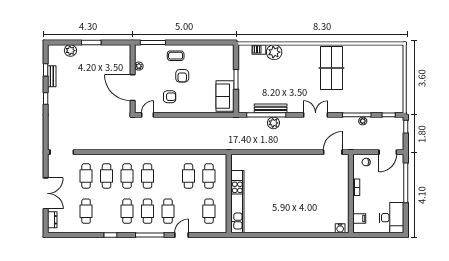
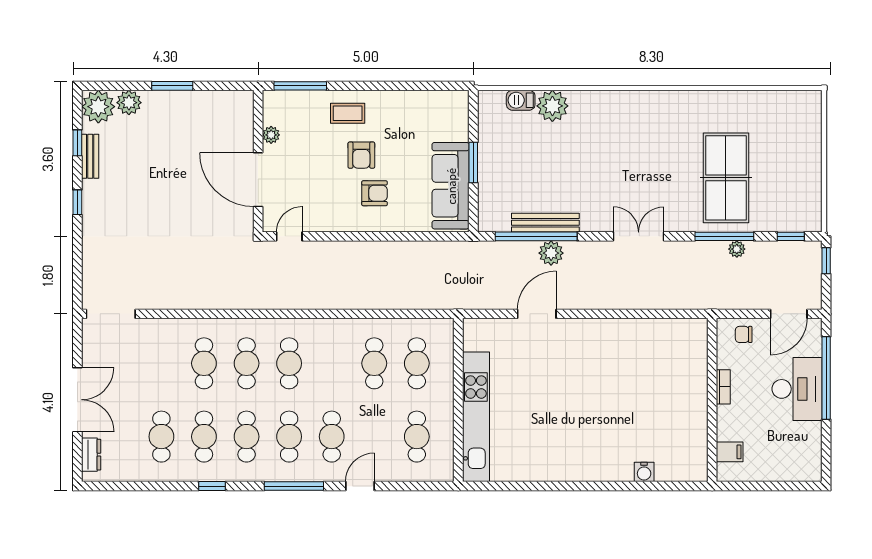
plant: (56, 53) -> (98, 107), added
table tennis table: (331, 68) -> (726, 178), moved
sofa: (225, 96) -> (451, 186), width x1.36
armchair: (170, 97) -> (375, 193), moved
door: (333, 152) -> (537, 314), moved
cafe table: (86, 176) -> (204, 437), moved
desk: (392, 218) -> (797, 389), moved
water cooler: (340, 228) -> (644, 472), moved

